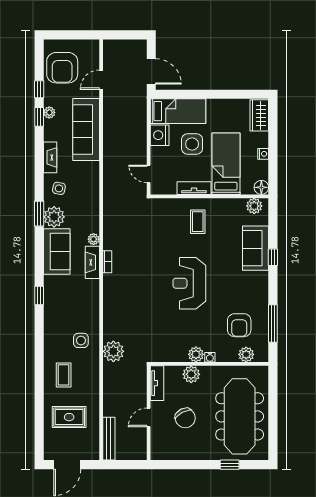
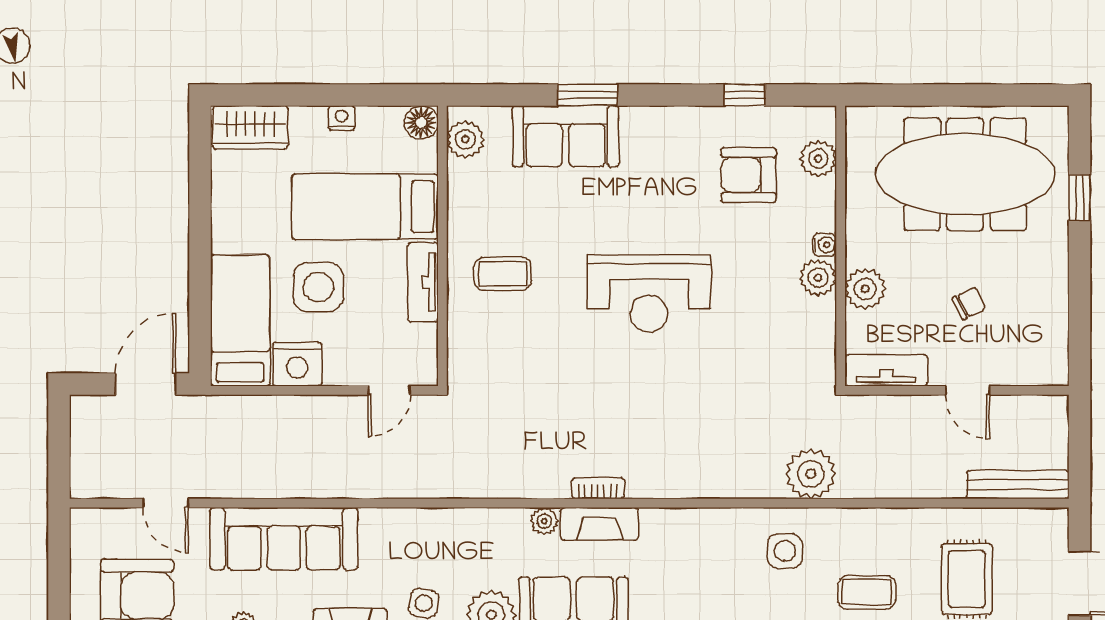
window: (273, 257) -> (587, 95), width x1.50
window: (273, 324) -> (745, 95), width x0.46
armchair: (239, 325) -> (749, 175), turned 180
chair: (185, 418) -> (969, 303), width x0.54, depth x0.54

